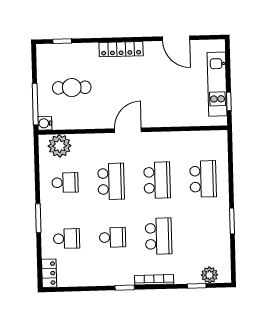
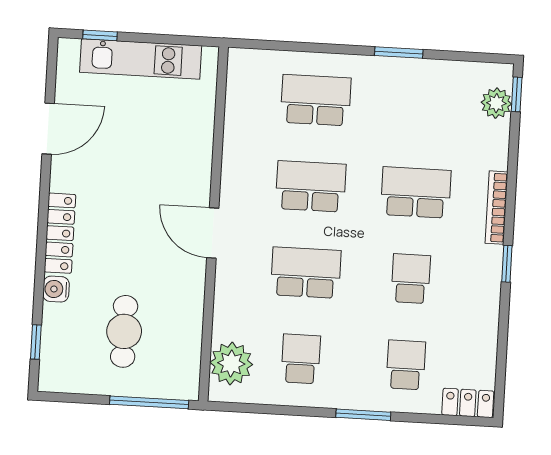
window: (229, 101) -> (100, 35), moved
water cooler: (45, 123) -> (56, 289), moved, turned 90
window: (197, 286) -> (517, 94), moved

